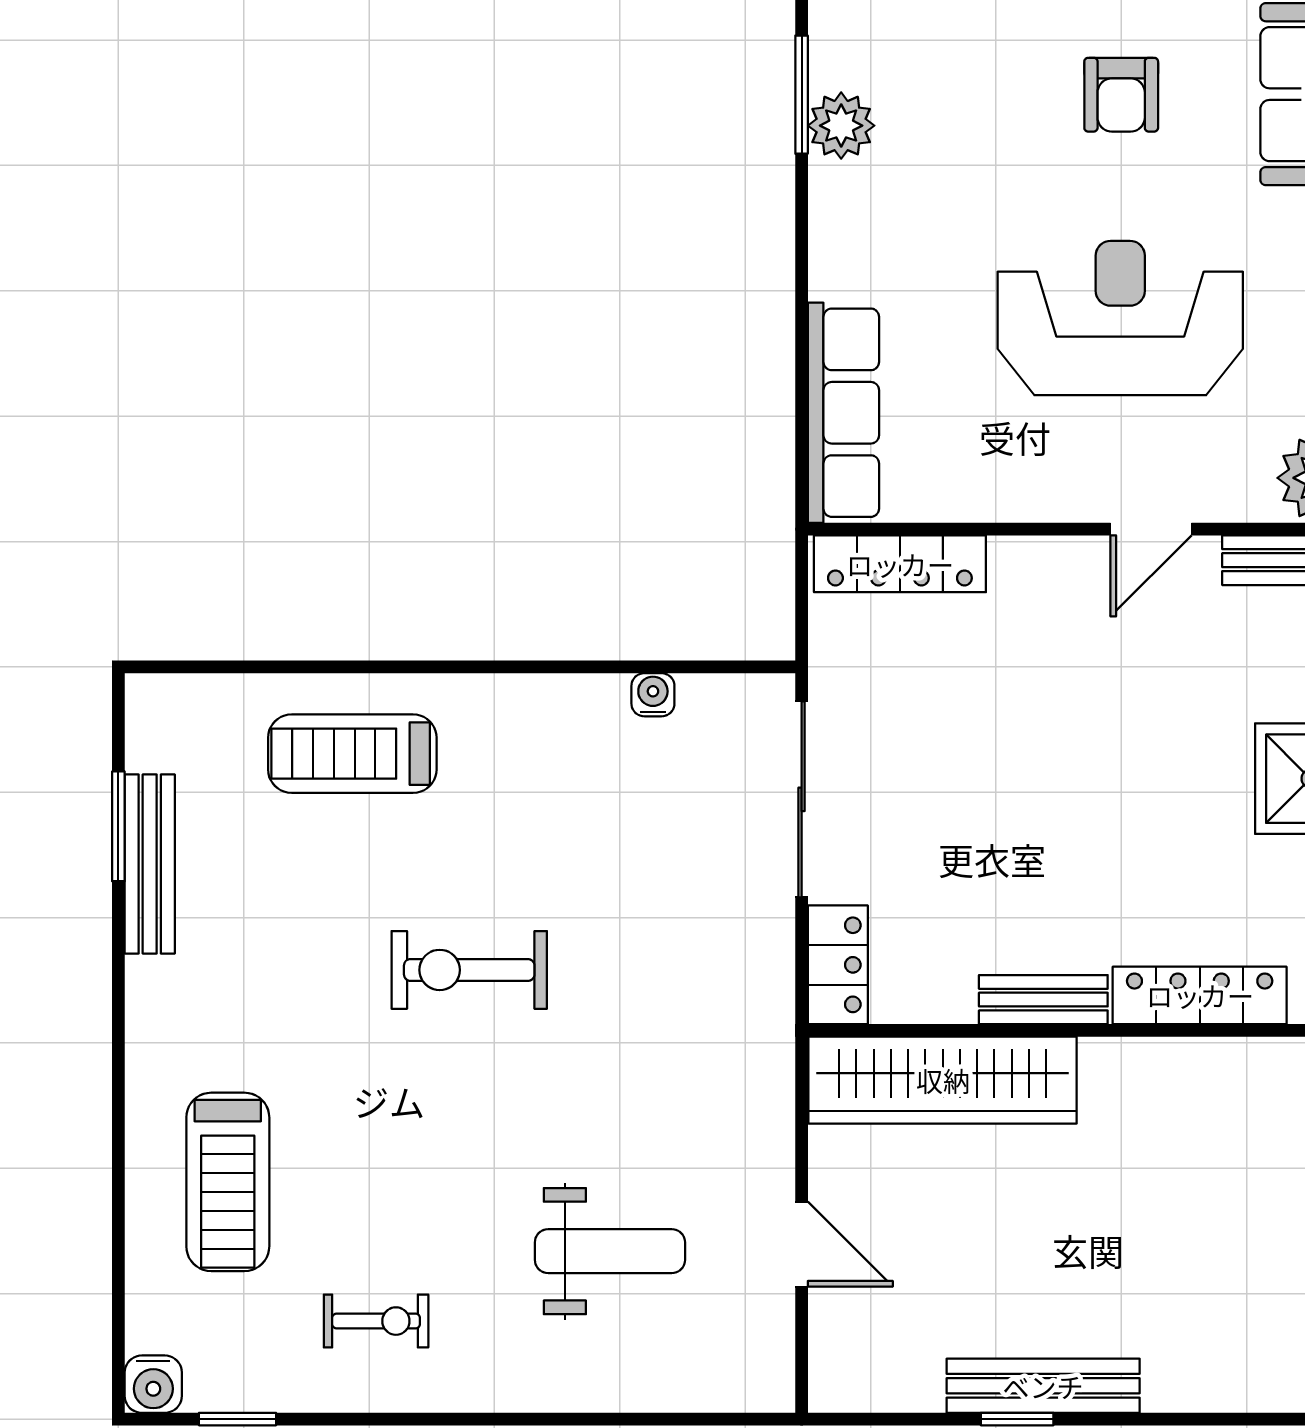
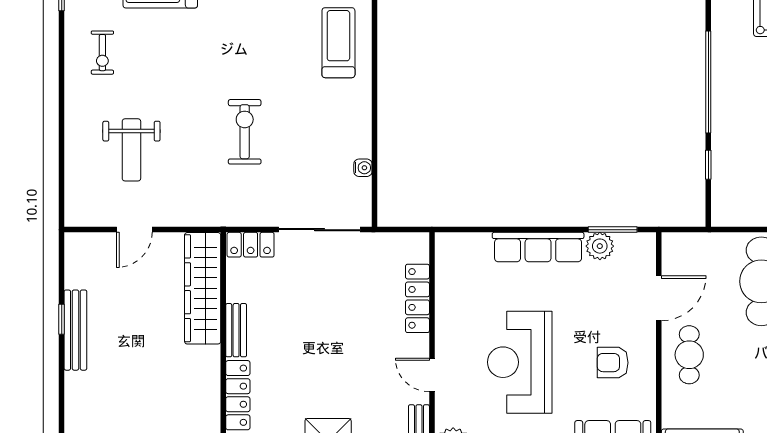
reception desk: (1120, 318) -> (520, 362), turned 180
row of seats: (843, 413) -> (538, 247), moved
locker: (900, 564) -> (417, 298), moved
exercise bike: (469, 970) -> (245, 132), moved

